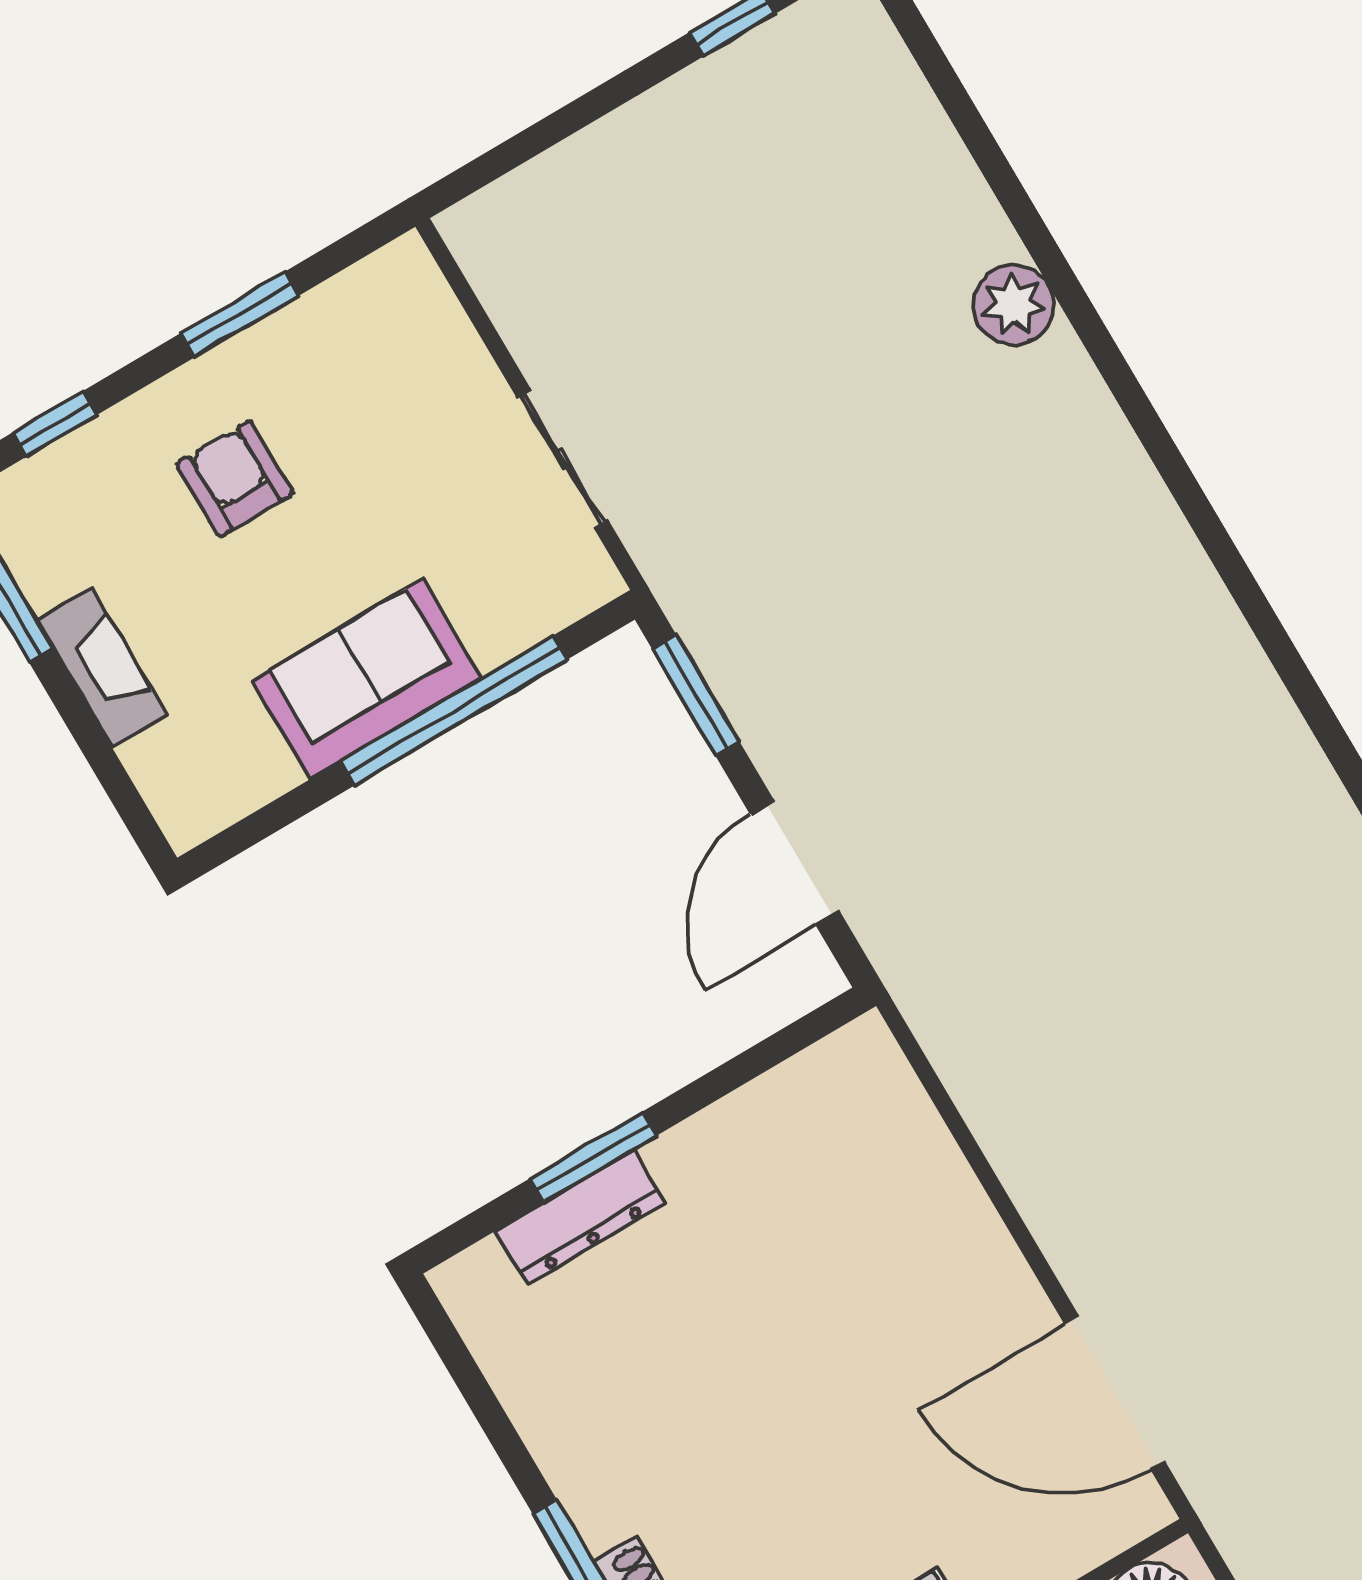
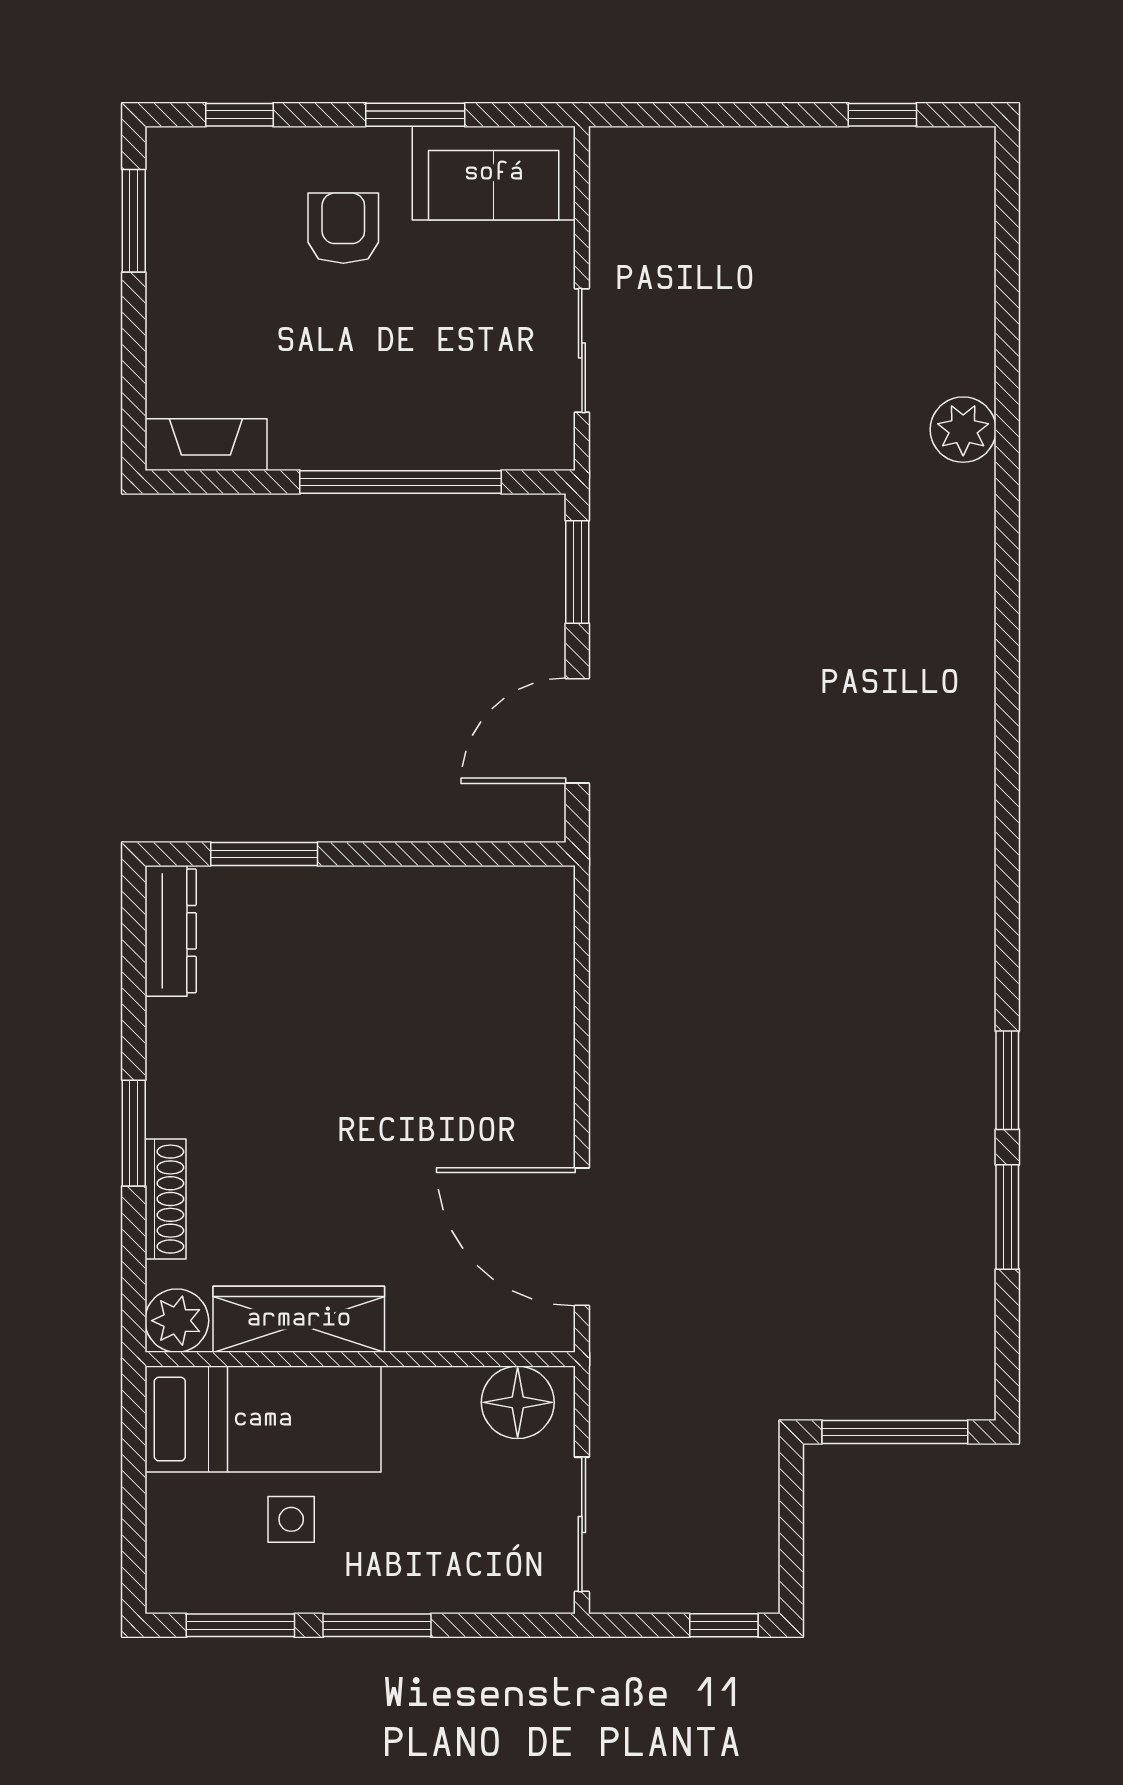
fireplace: (102, 668) -> (206, 445), moved, turned -90
sofa: (367, 679) -> (494, 173), moved, turned 180
window: (593, 1157) -> (264, 854), moved
dresser: (581, 1217) -> (171, 931), moved, turned -90

